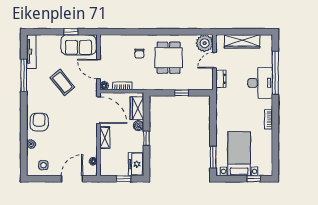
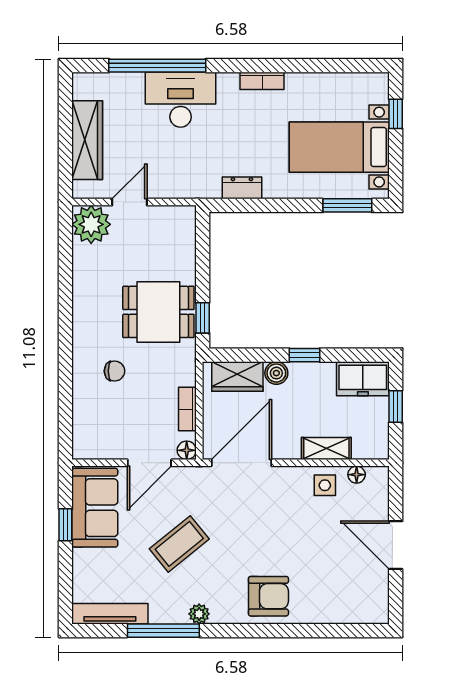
dining table: (169, 58) -> (158, 312), moved
door: (215, 60) -> (130, 202), swing flipped
dresser: (221, 79) -> (242, 188), moved
window: (182, 93) -> (203, 318), moved
armchair: (39, 122) -> (268, 596), turned 180
shelving: (105, 138) -> (326, 449), moved
plant: (31, 144) -> (199, 614), moved
side table: (43, 165) -> (325, 485), moved
door: (72, 179) -> (396, 545), moved

